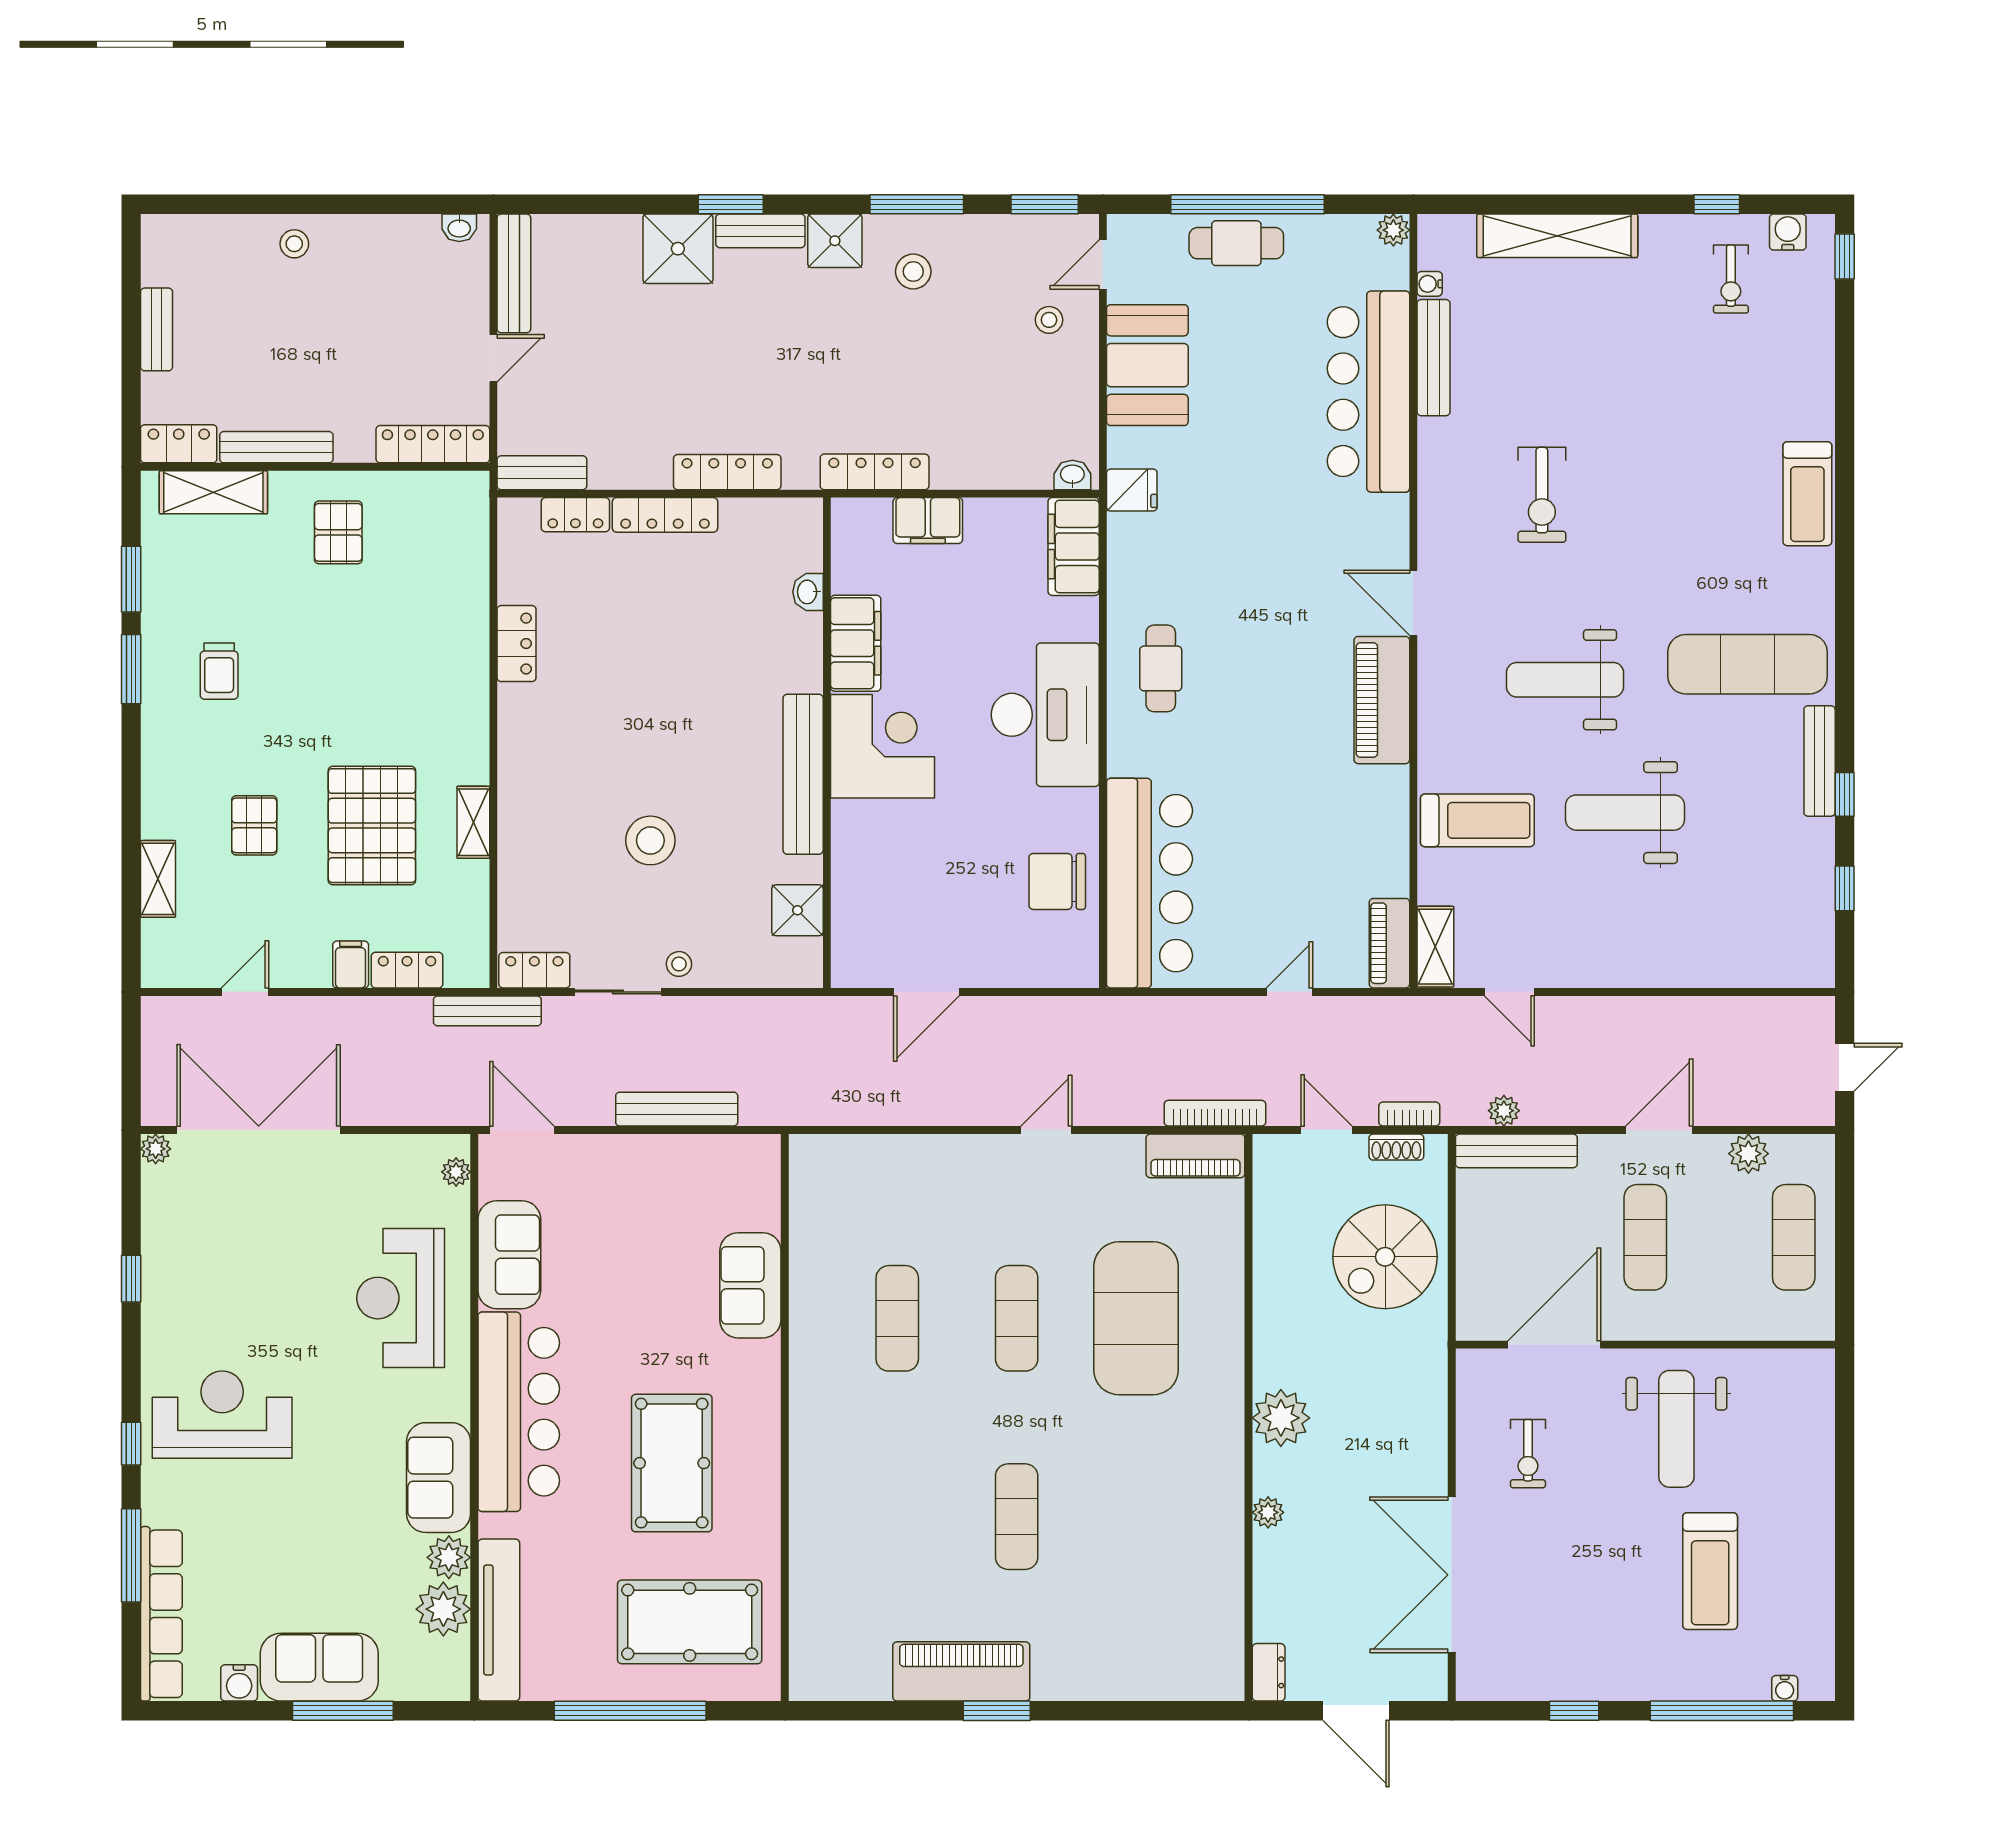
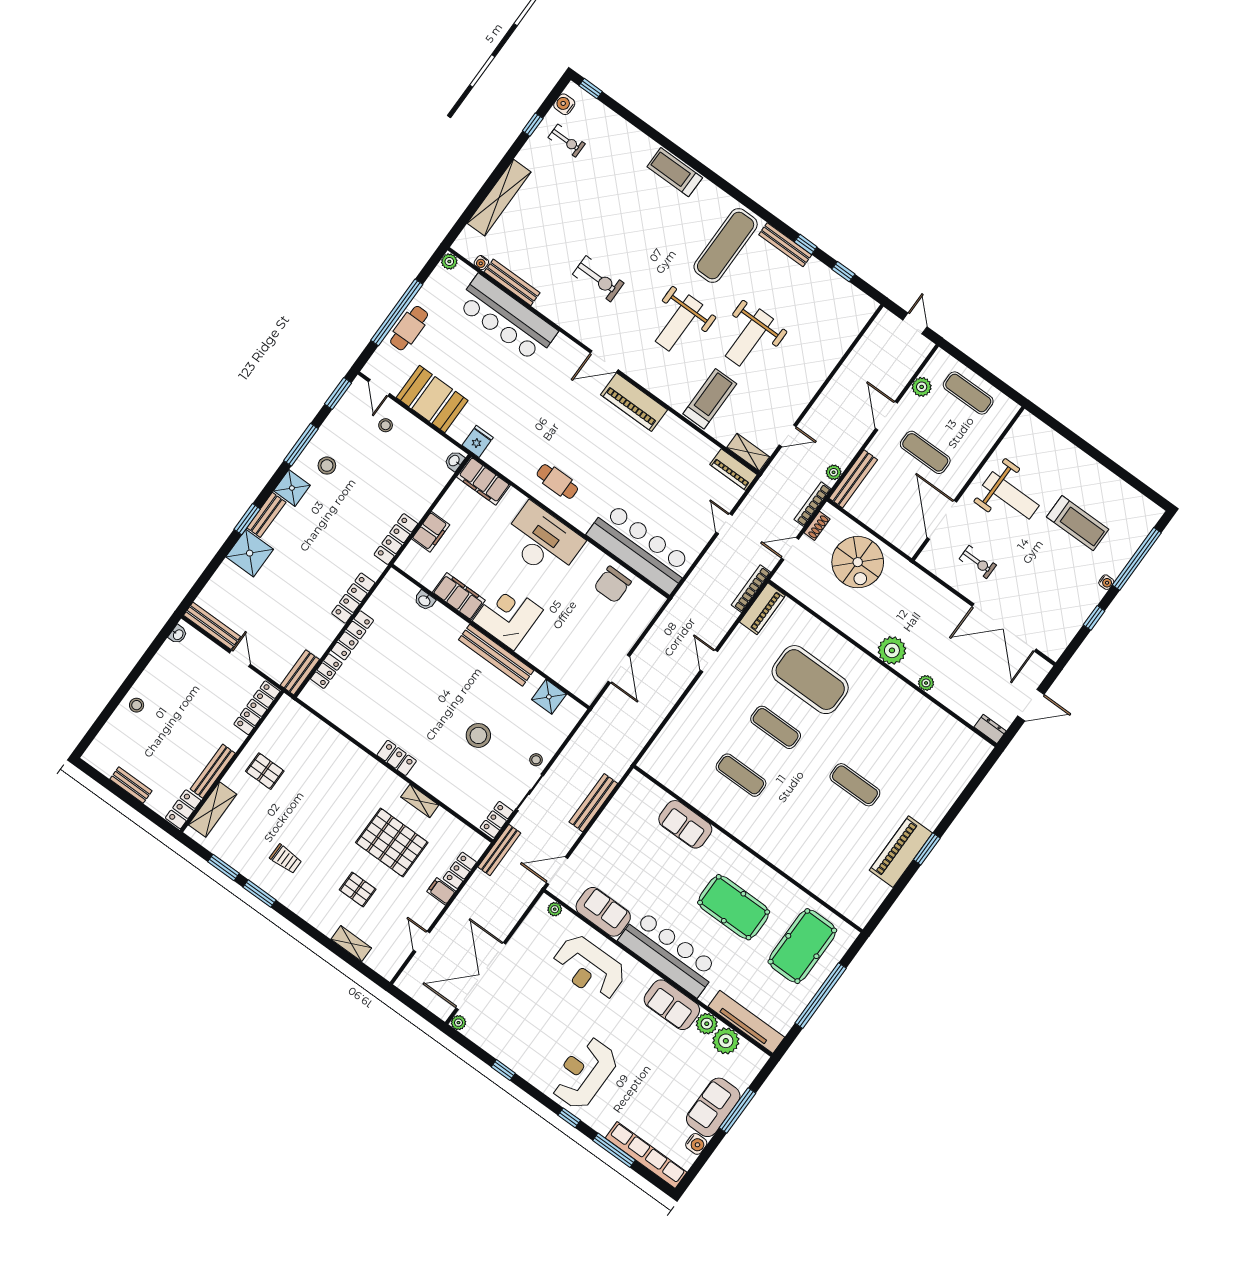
treadmill: (1807, 494) -> (675, 172), turned 180
locker: (516, 644) -> (397, 758), moved
bookcase: (1409, 1114) -> (813, 504), width x1.56
water cooler: (1785, 1688) -> (1106, 582), moved

